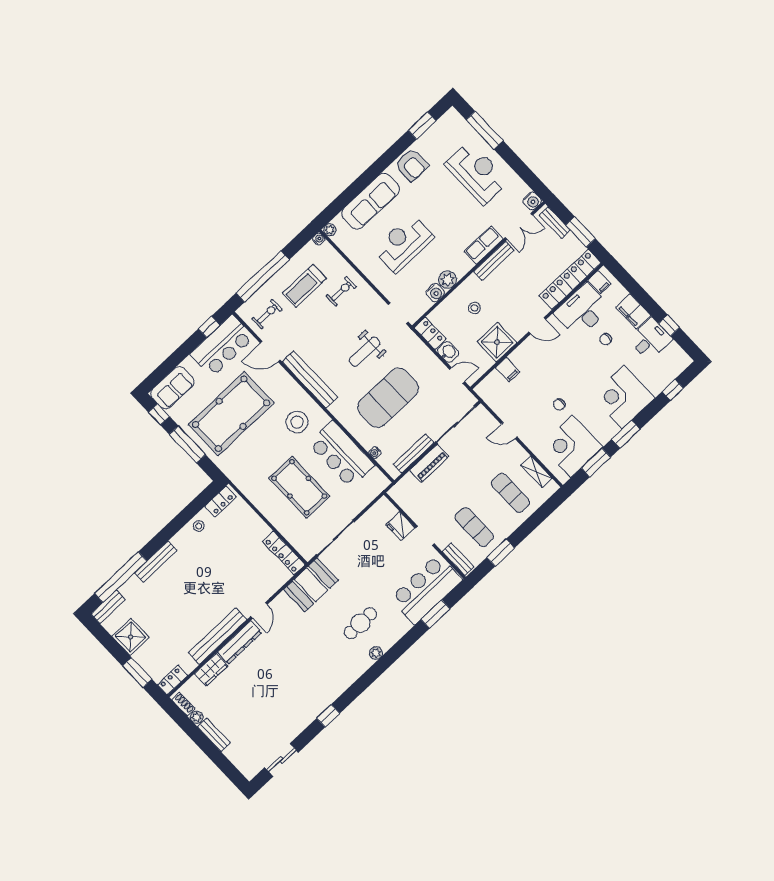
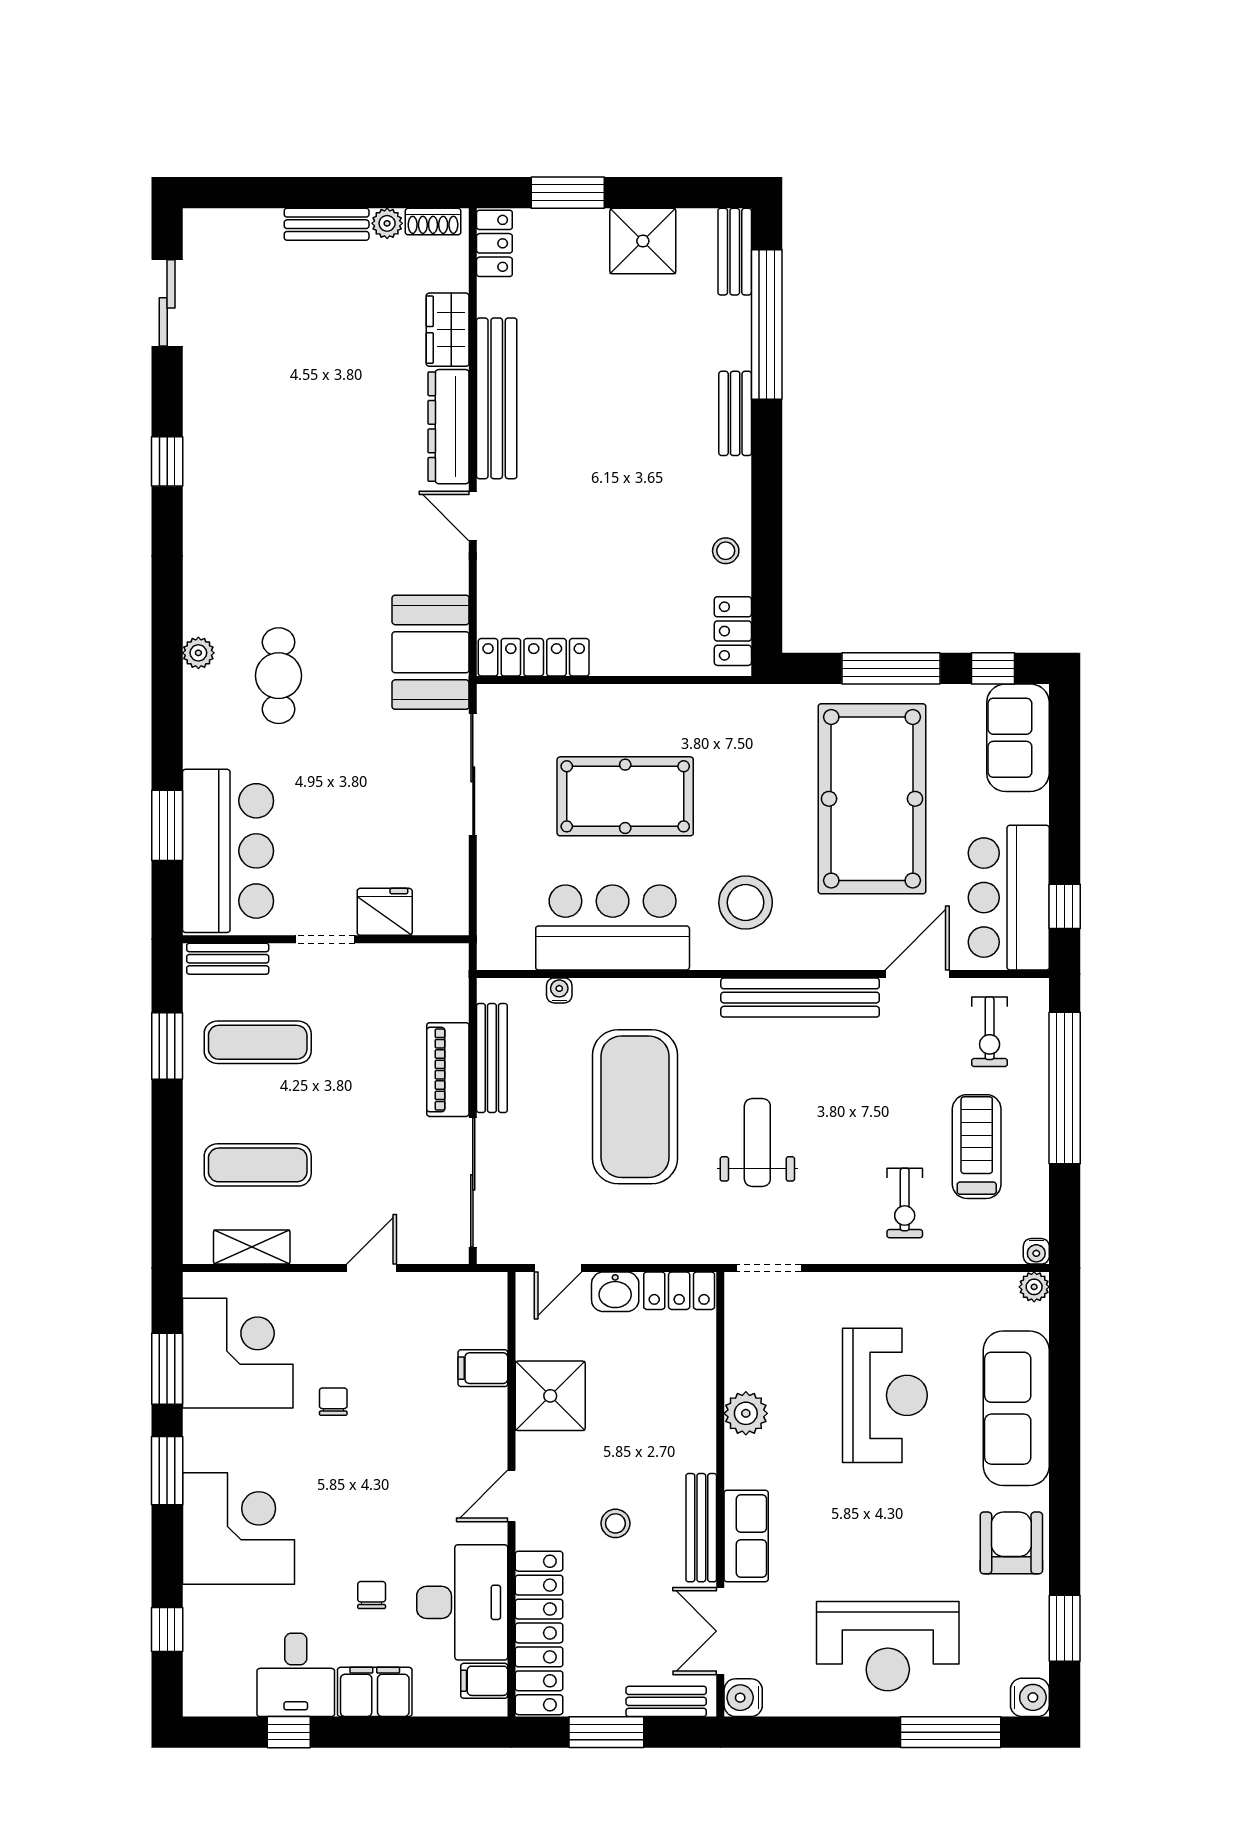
armchair: (412, 165) -> (1011, 1543), turned 90
water cooler: (435, 293) -> (1030, 1697), moved, turned 180
stool: (474, 308) -> (615, 1523), moved
bench: (156, 562) -> (735, 413), width x0.73

